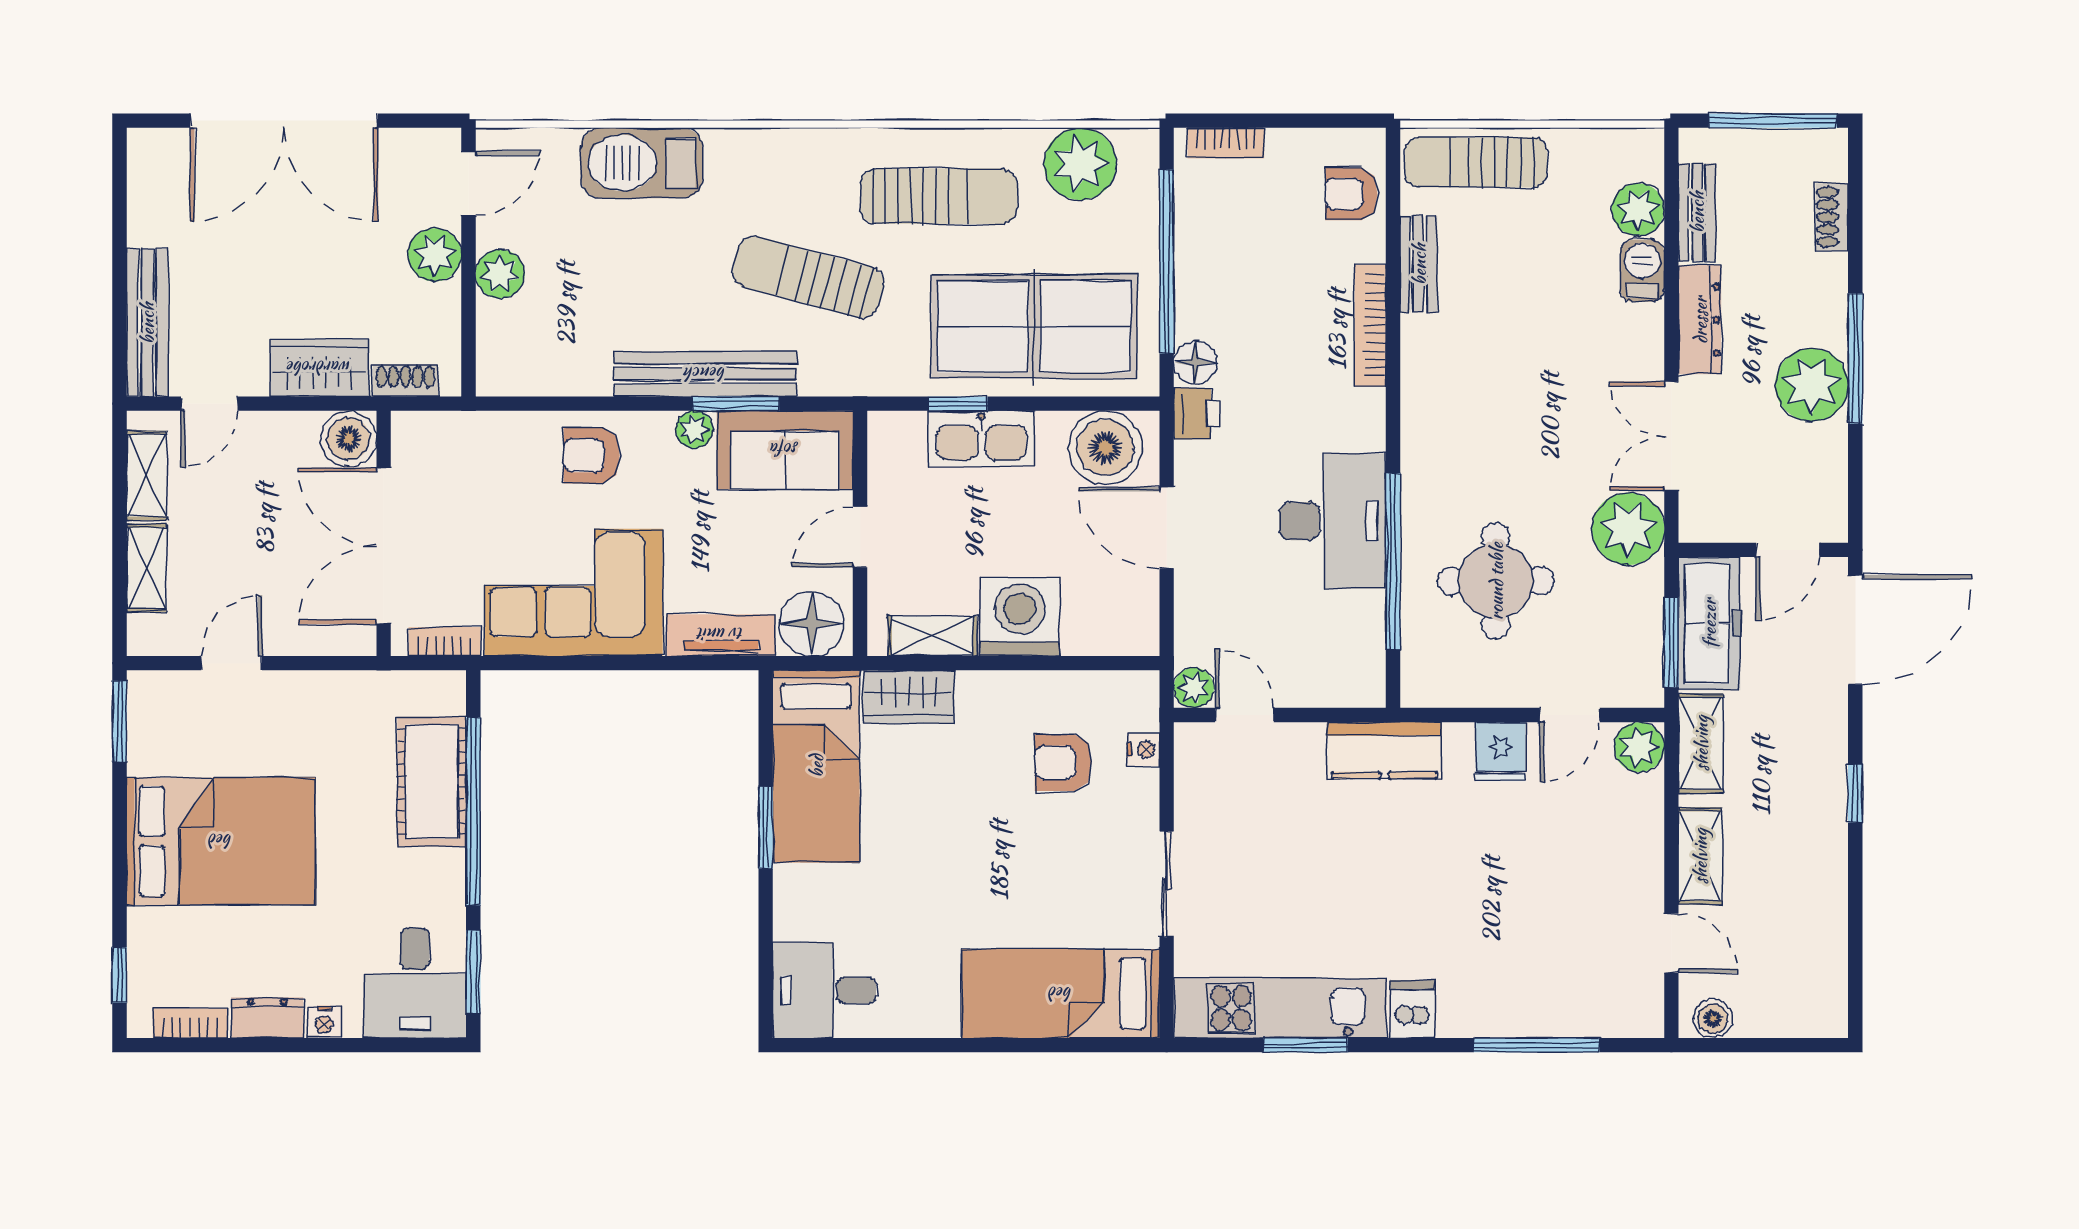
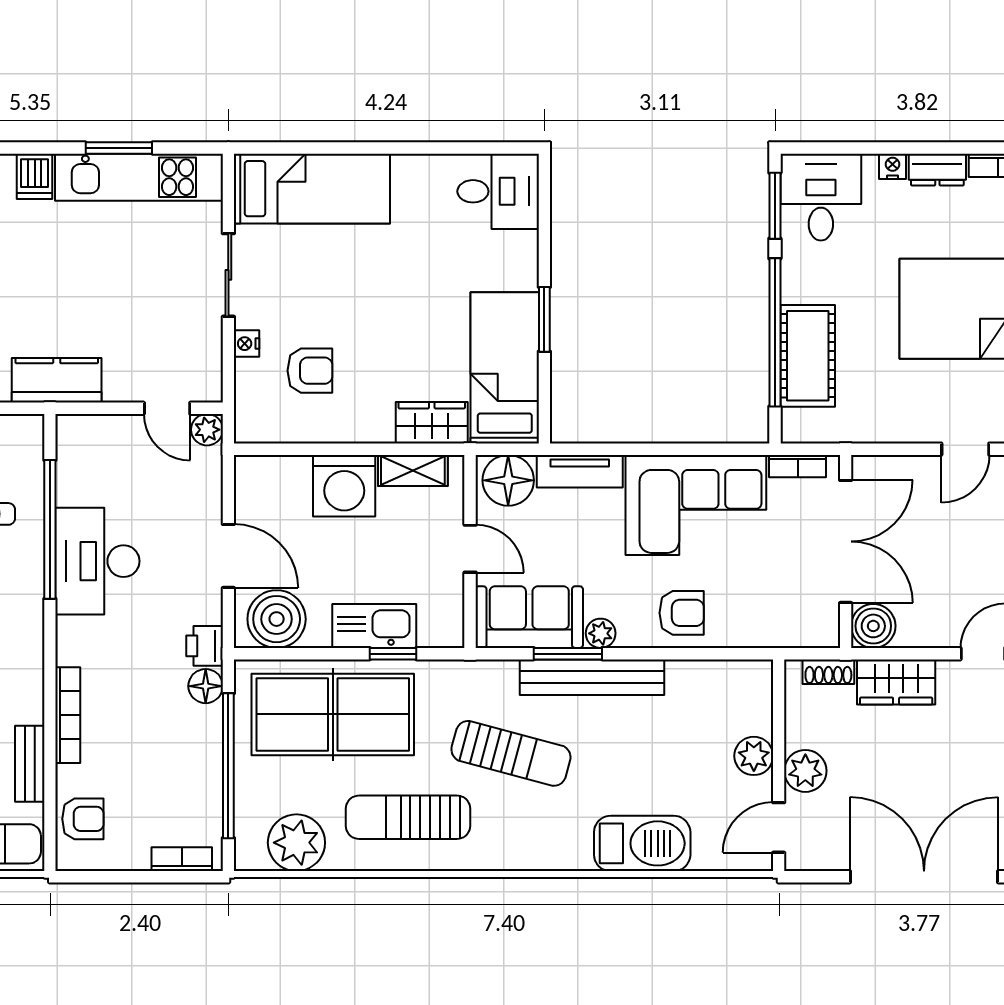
door: (860, 537) -> (470, 549), hinge flipped
nightstand: (1144, 749) -> (247, 344), moved

